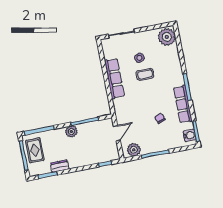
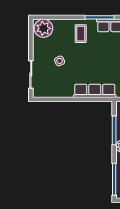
coffee table: (145, 74) -> (81, 34), moved
row of seats: (114, 78) -> (95, 91), moved

